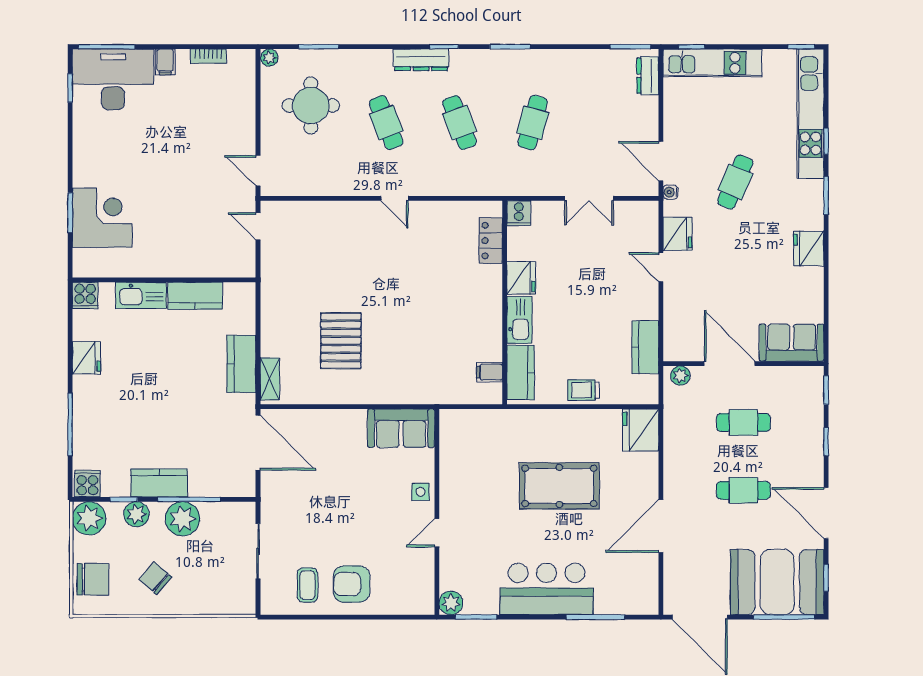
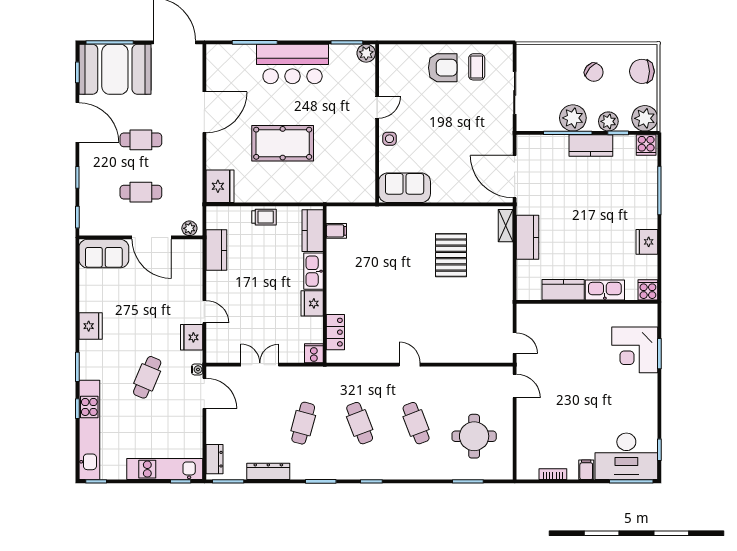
plant: (269, 58) -> (506, 473), removed
dresser: (421, 60) -> (268, 471), moved

